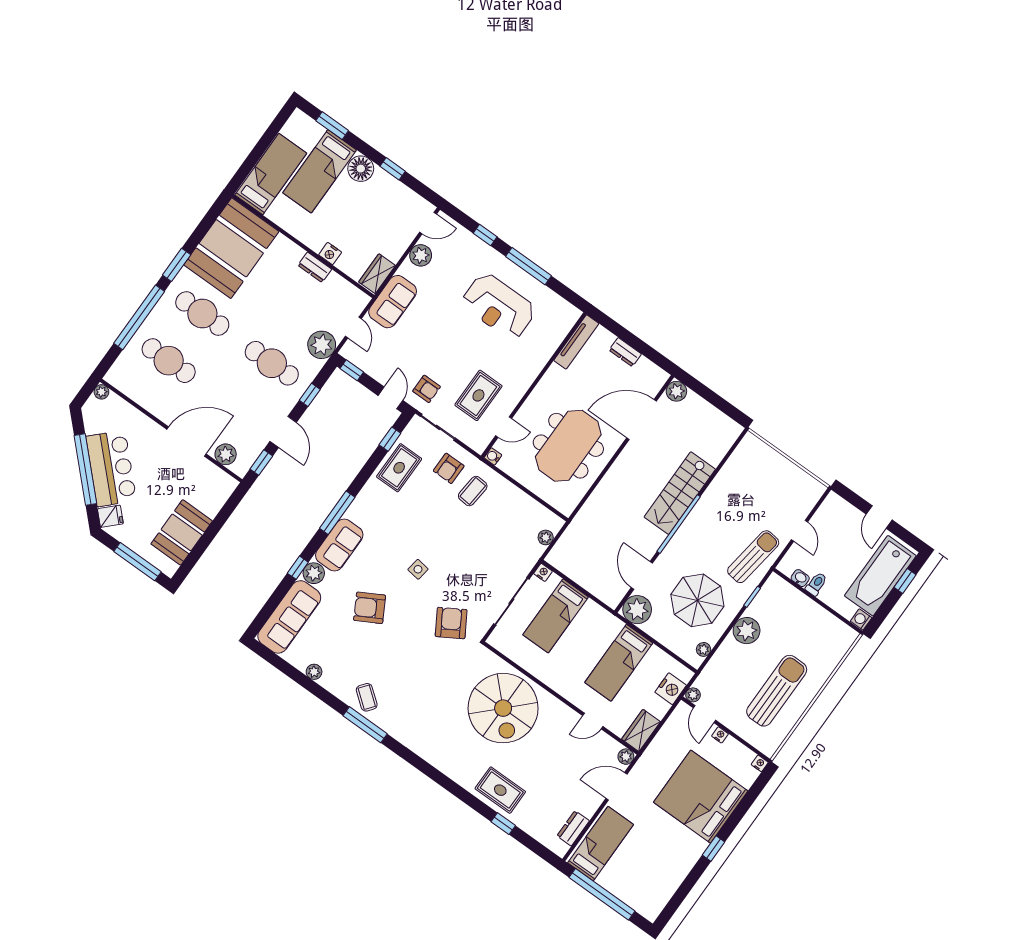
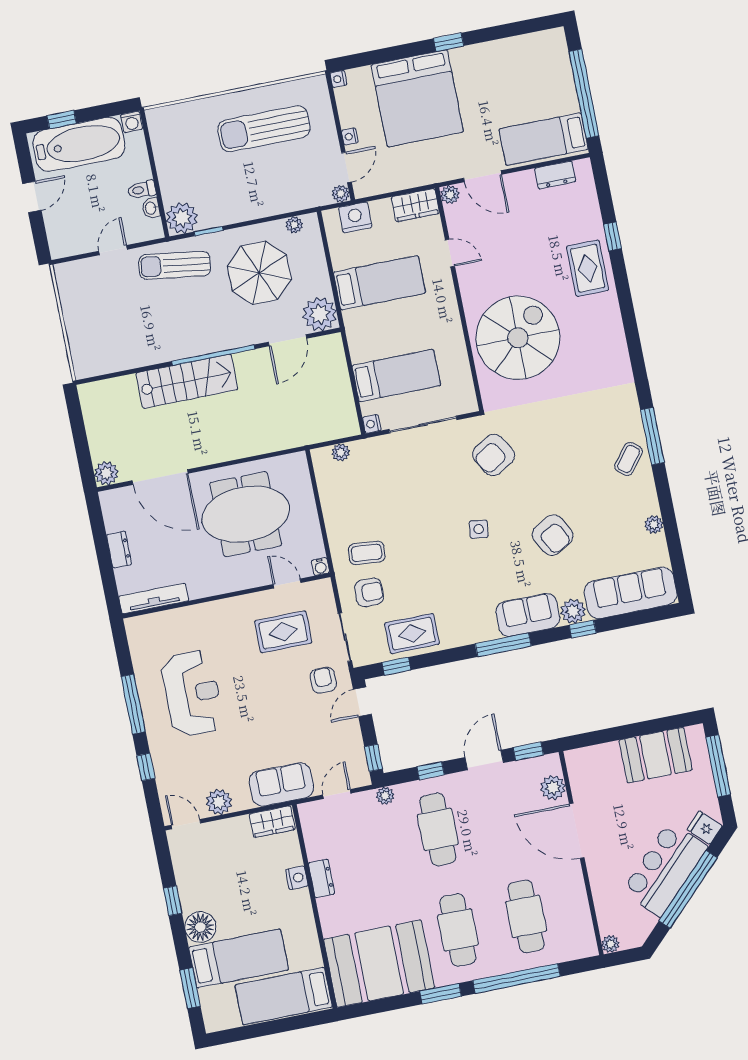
plant: (322, 345) -> (385, 796), width x0.53, depth x0.53
plant: (747, 631) -> (182, 218), moved

